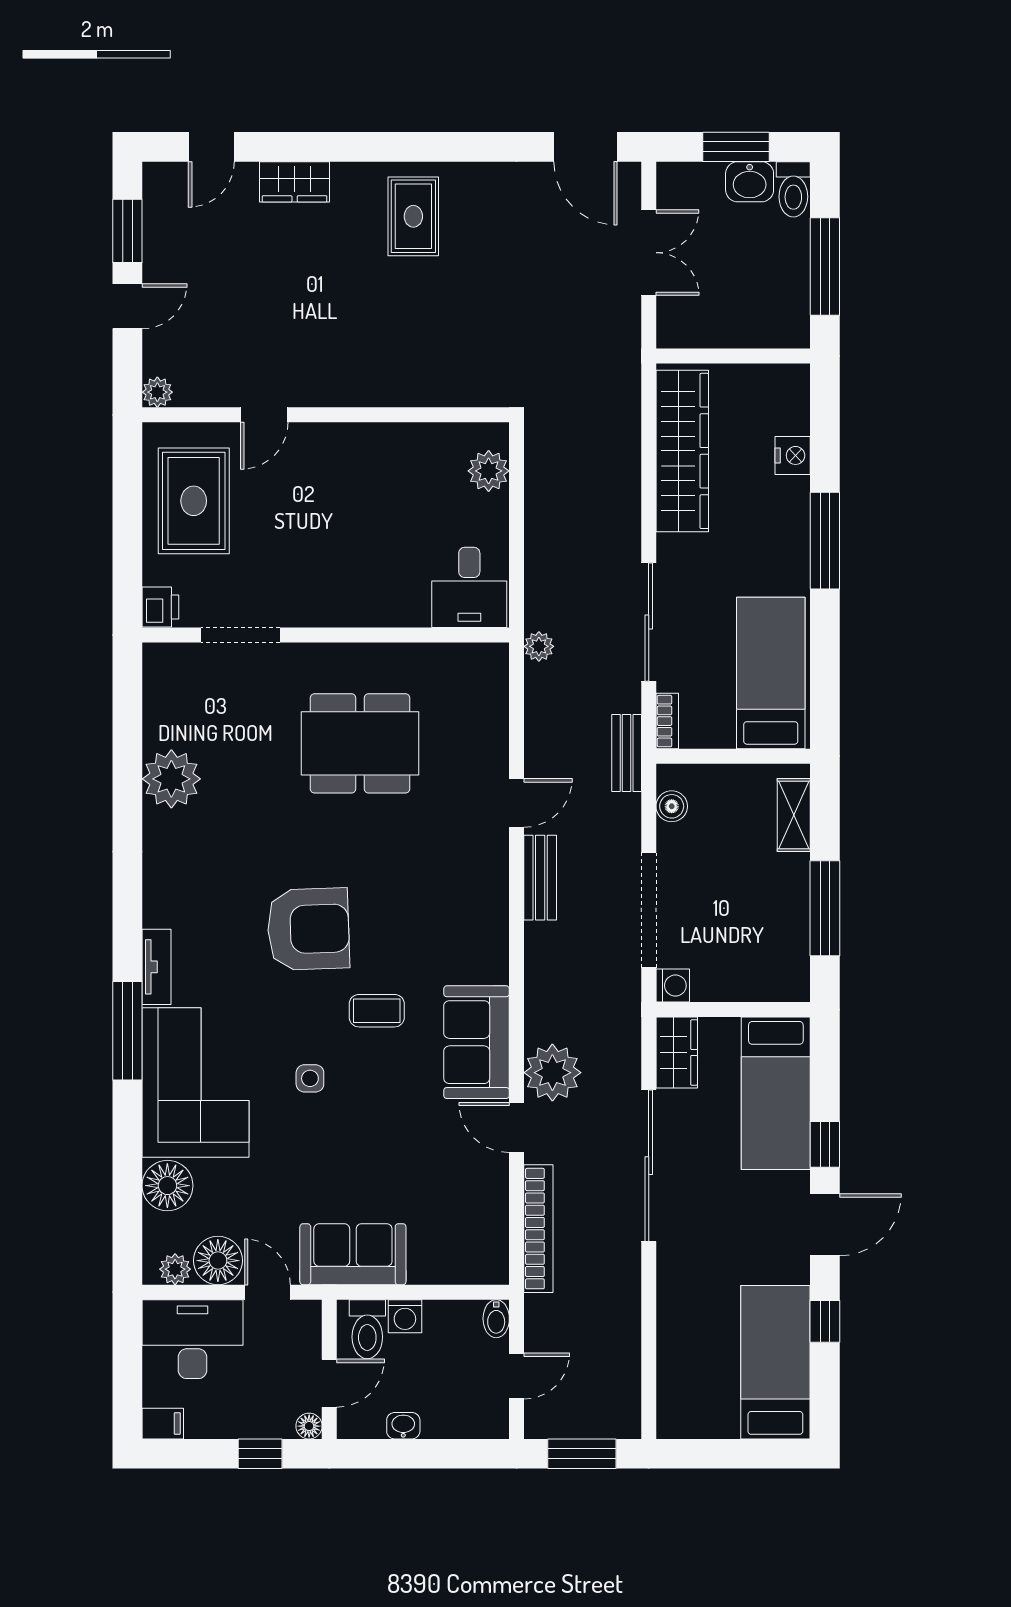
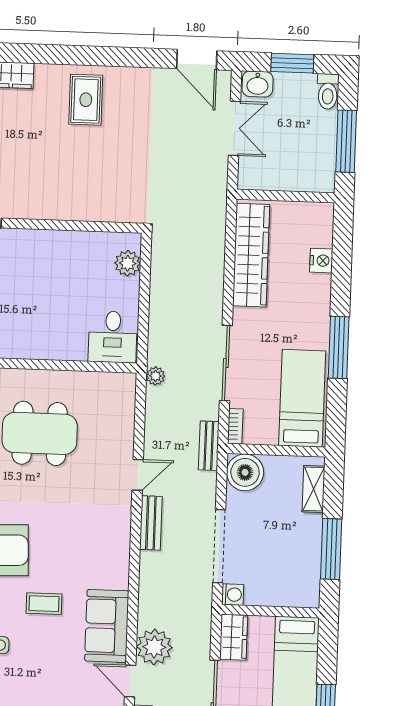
washbasin: (750, 182) -> (258, 84), moved
window: (825, 541) -> (339, 347), moved
boiler: (672, 806) -> (245, 472), width x1.86, depth x1.86

